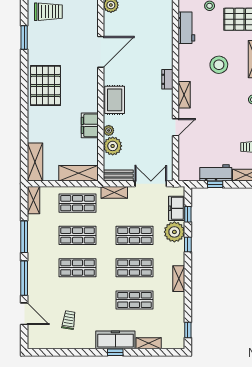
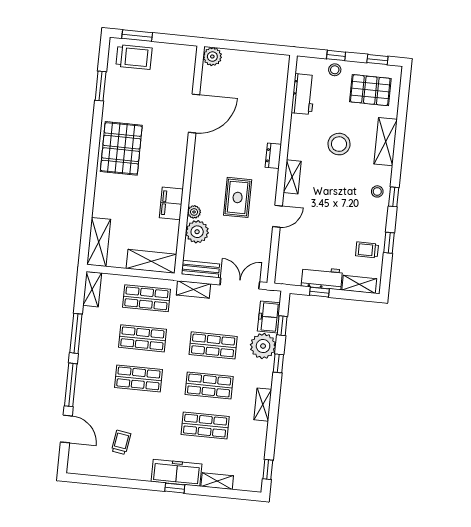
rug: (115, 100) -> (238, 197), moved

